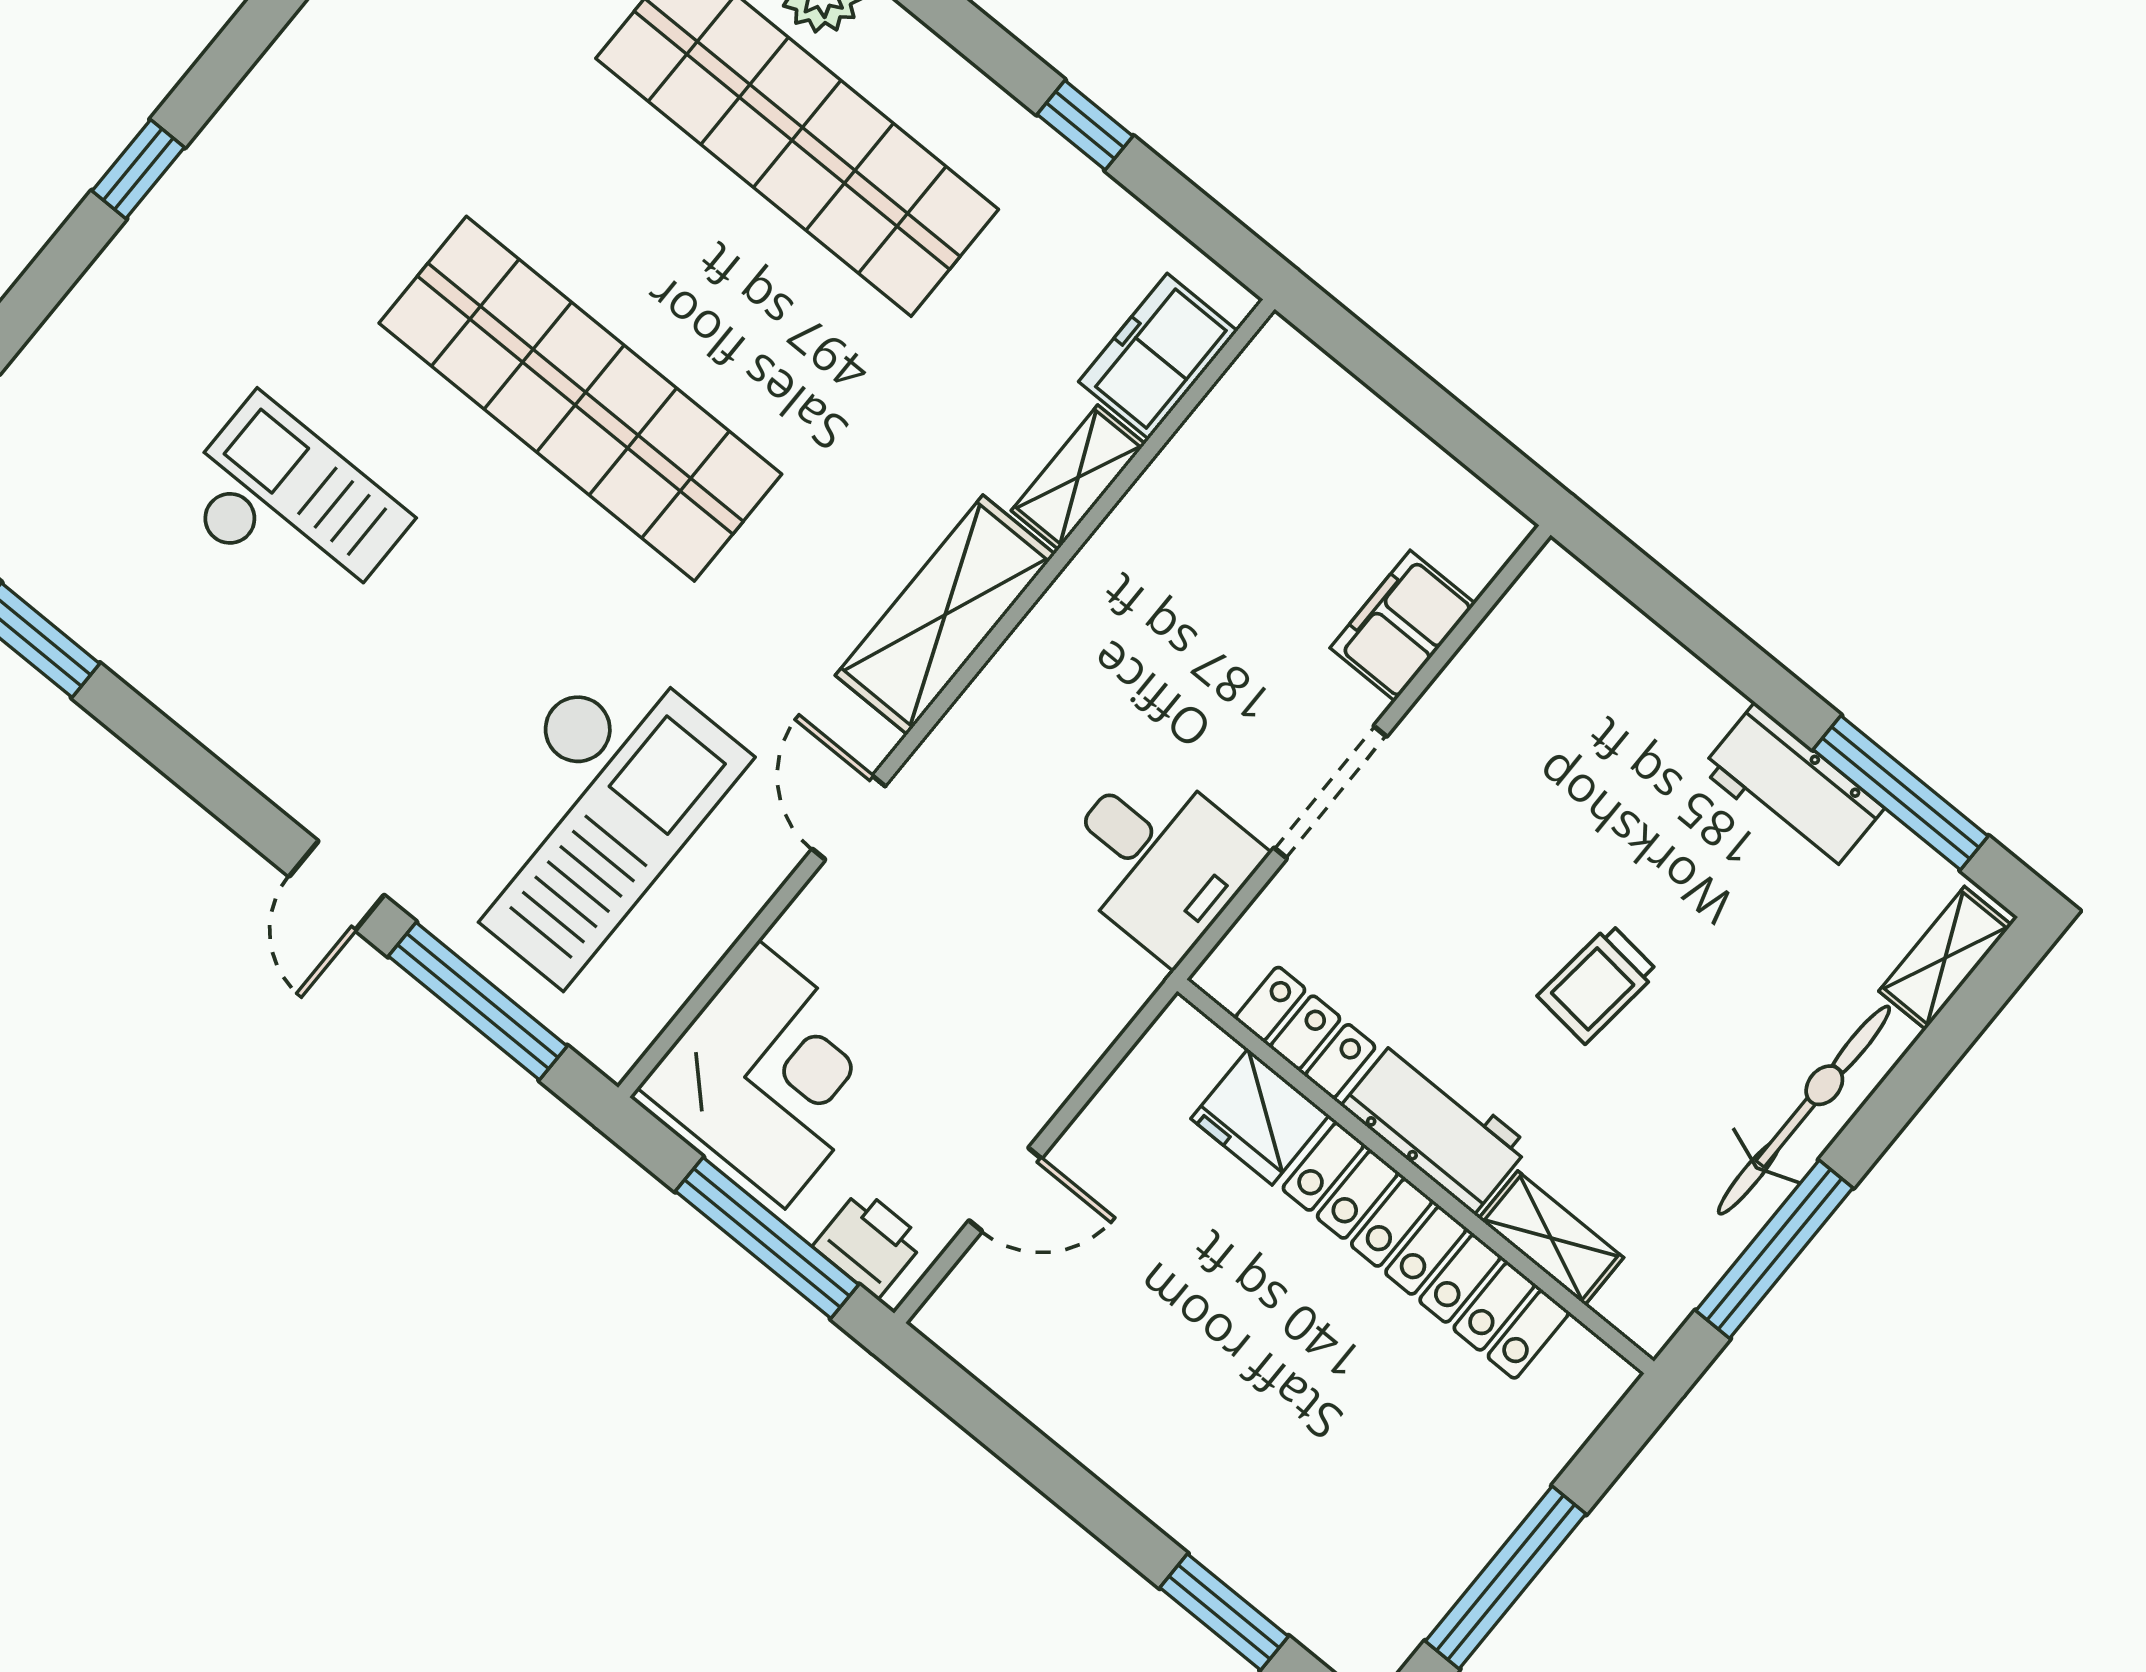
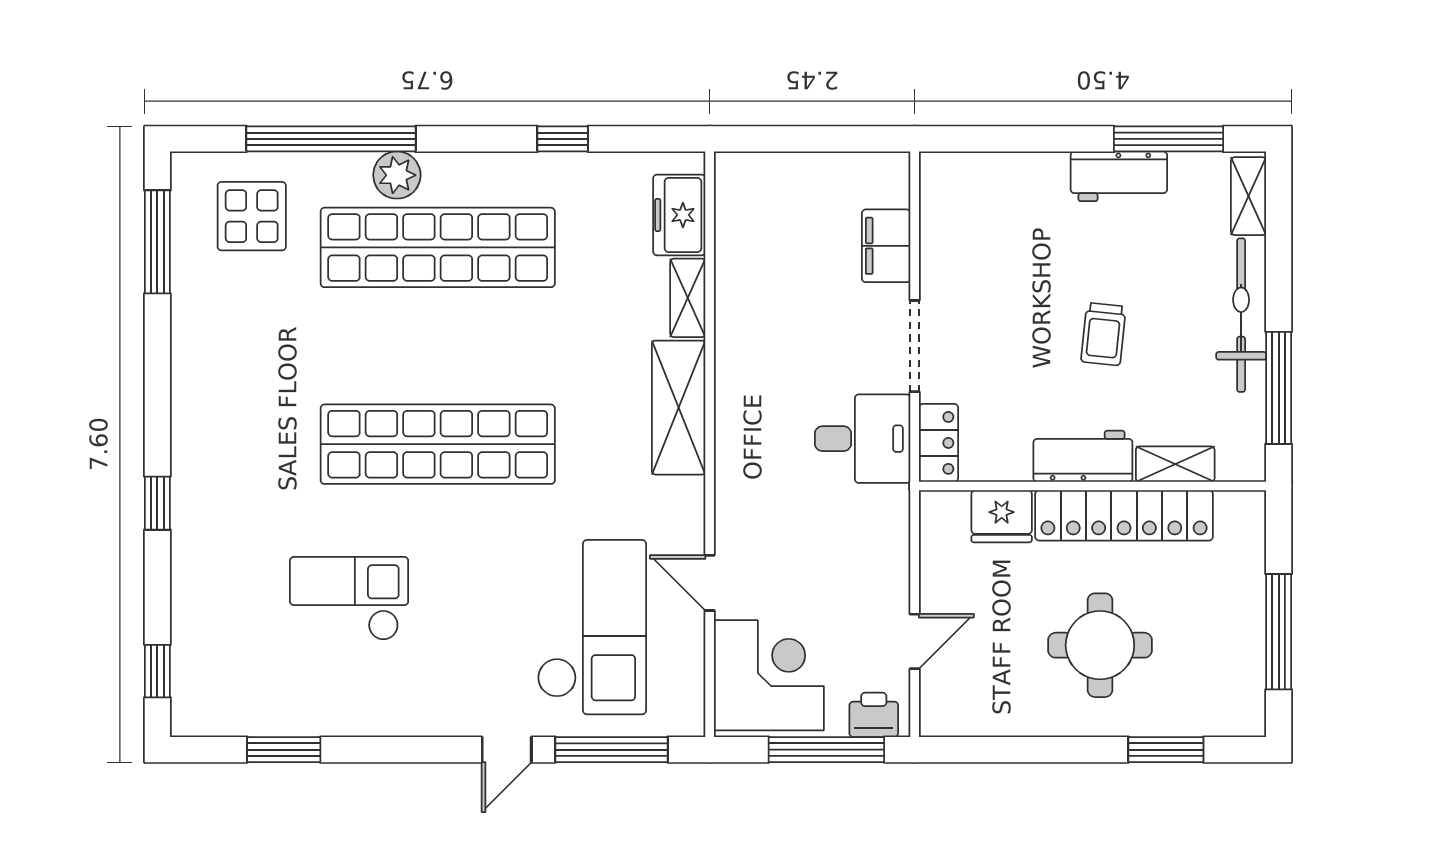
door: (849, 818) -> (710, 583), moved
door: (337, 886) -> (507, 750), hinge flipped
locker: (1305, 1032) -> (938, 443), moved, turned 90
round table: (1250, 1399) -> (1100, 645), added

